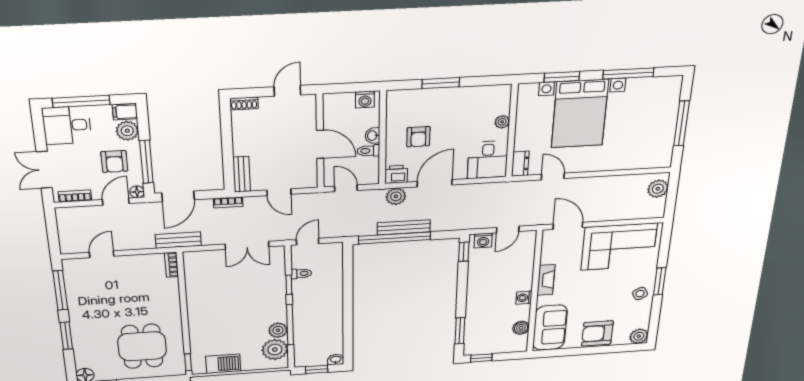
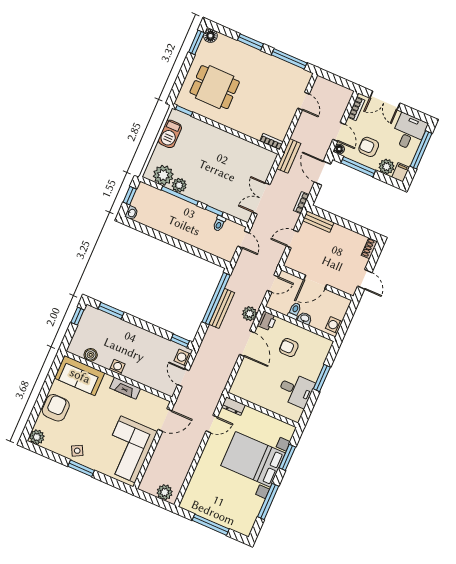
plant: (502, 122) -> (273, 406), removed
desk: (488, 160) -> (296, 390), moved, turned 180
double door: (44, 170) -> (385, 100), swing flipped

